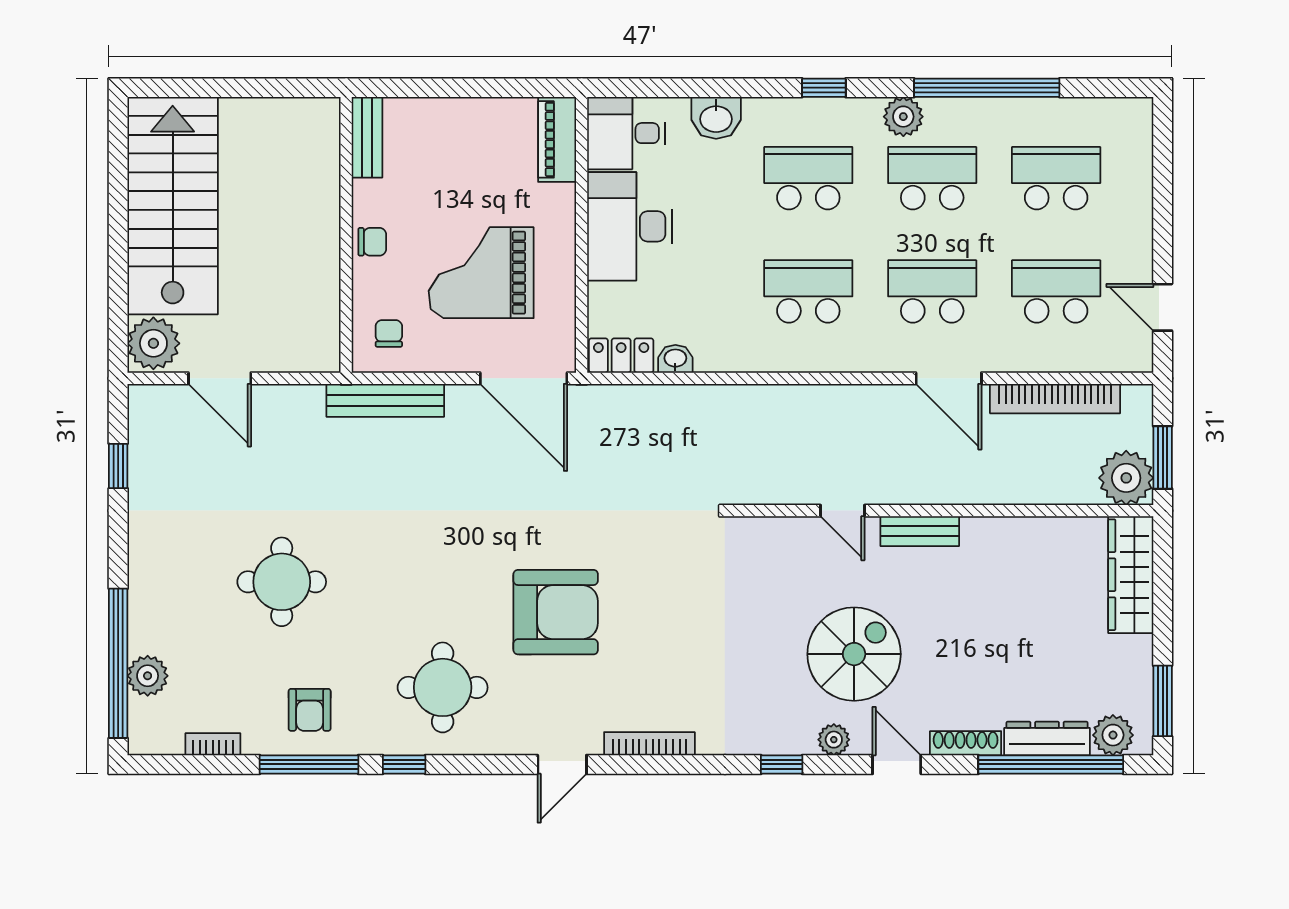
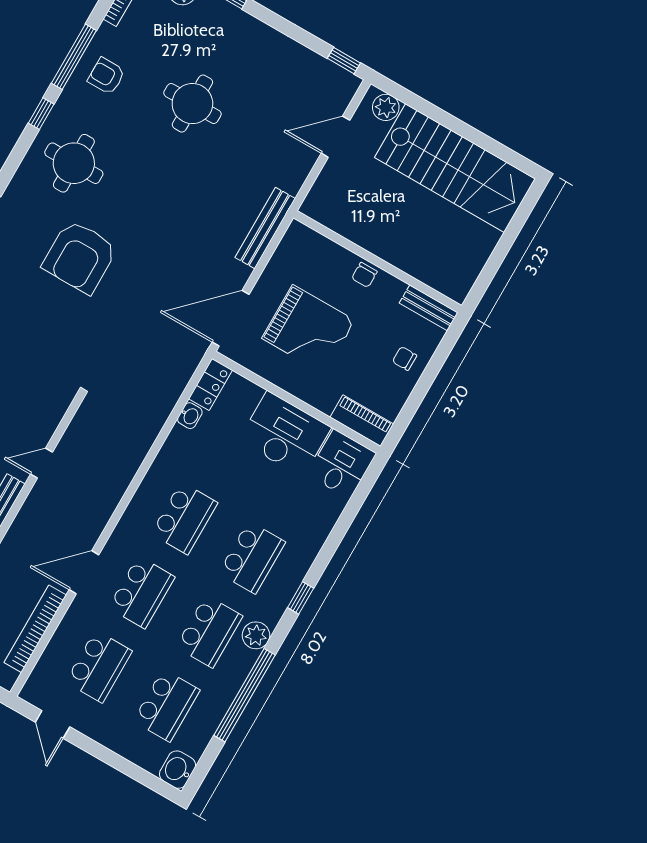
washbasin: (716, 118) -> (177, 770), moved
grand piano: (481, 273) -> (308, 329), turned 90
door: (1163, 307) -> (53, 725), swing flipped
chair: (389, 333) -> (405, 358), moved, turned 180
plant: (153, 343) -> (386, 107), width x0.73, depth x0.73
window: (118, 466) -> (344, 61), moved

